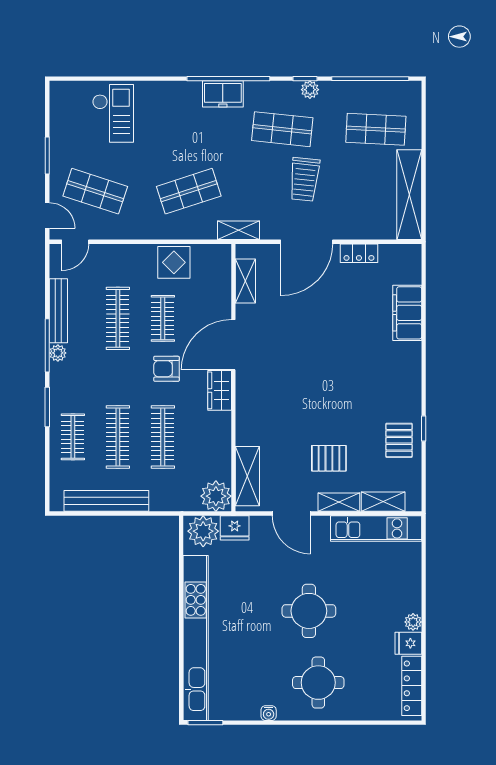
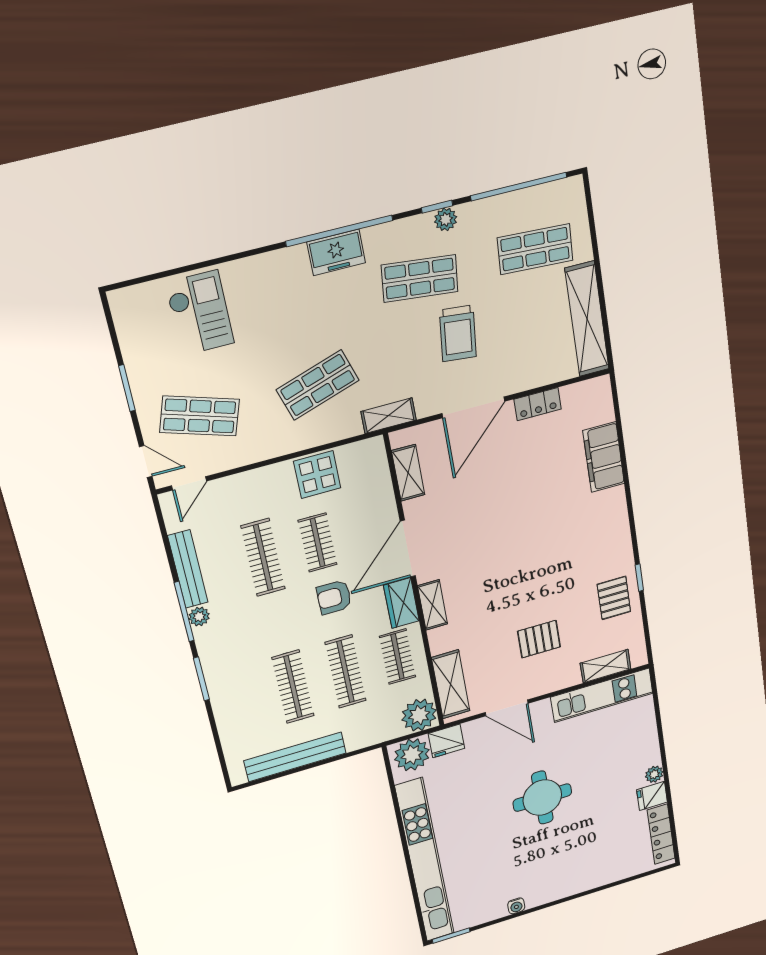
clothes rail: (73, 437) -> (398, 657), moved
shelving: (339, 502) -> (433, 605), moved, turned 90
round table: (318, 683) -> (564, 862), removed

